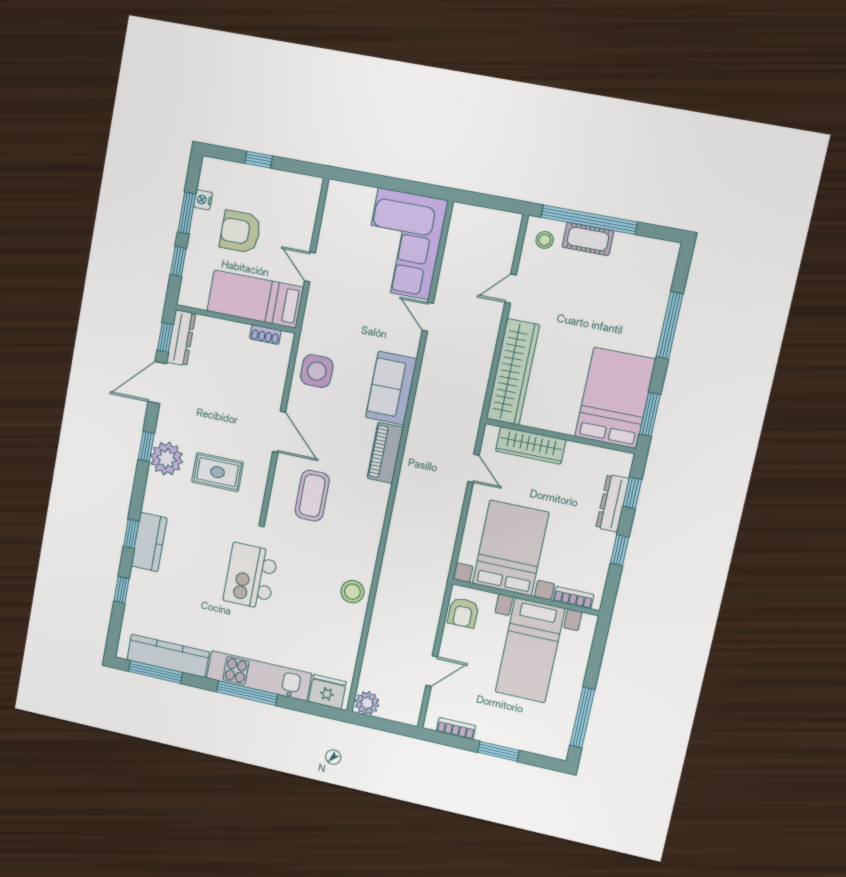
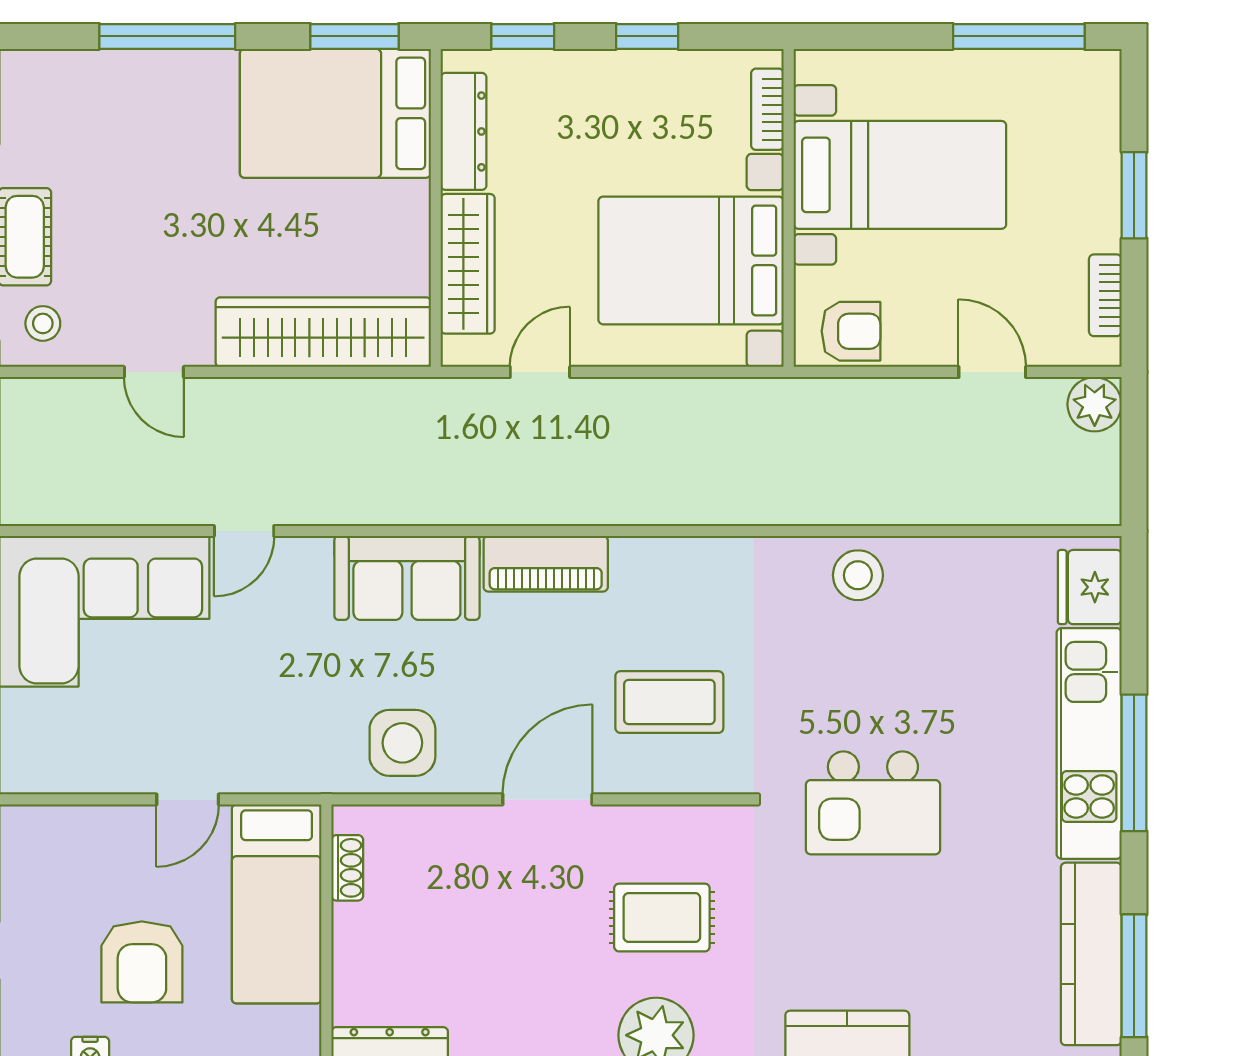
rug: (217, 472) -> (662, 918), turned 90
dresser: (613, 503) -> (464, 131), moved, turned -90
plant: (367, 703) -> (1095, 404), moved

